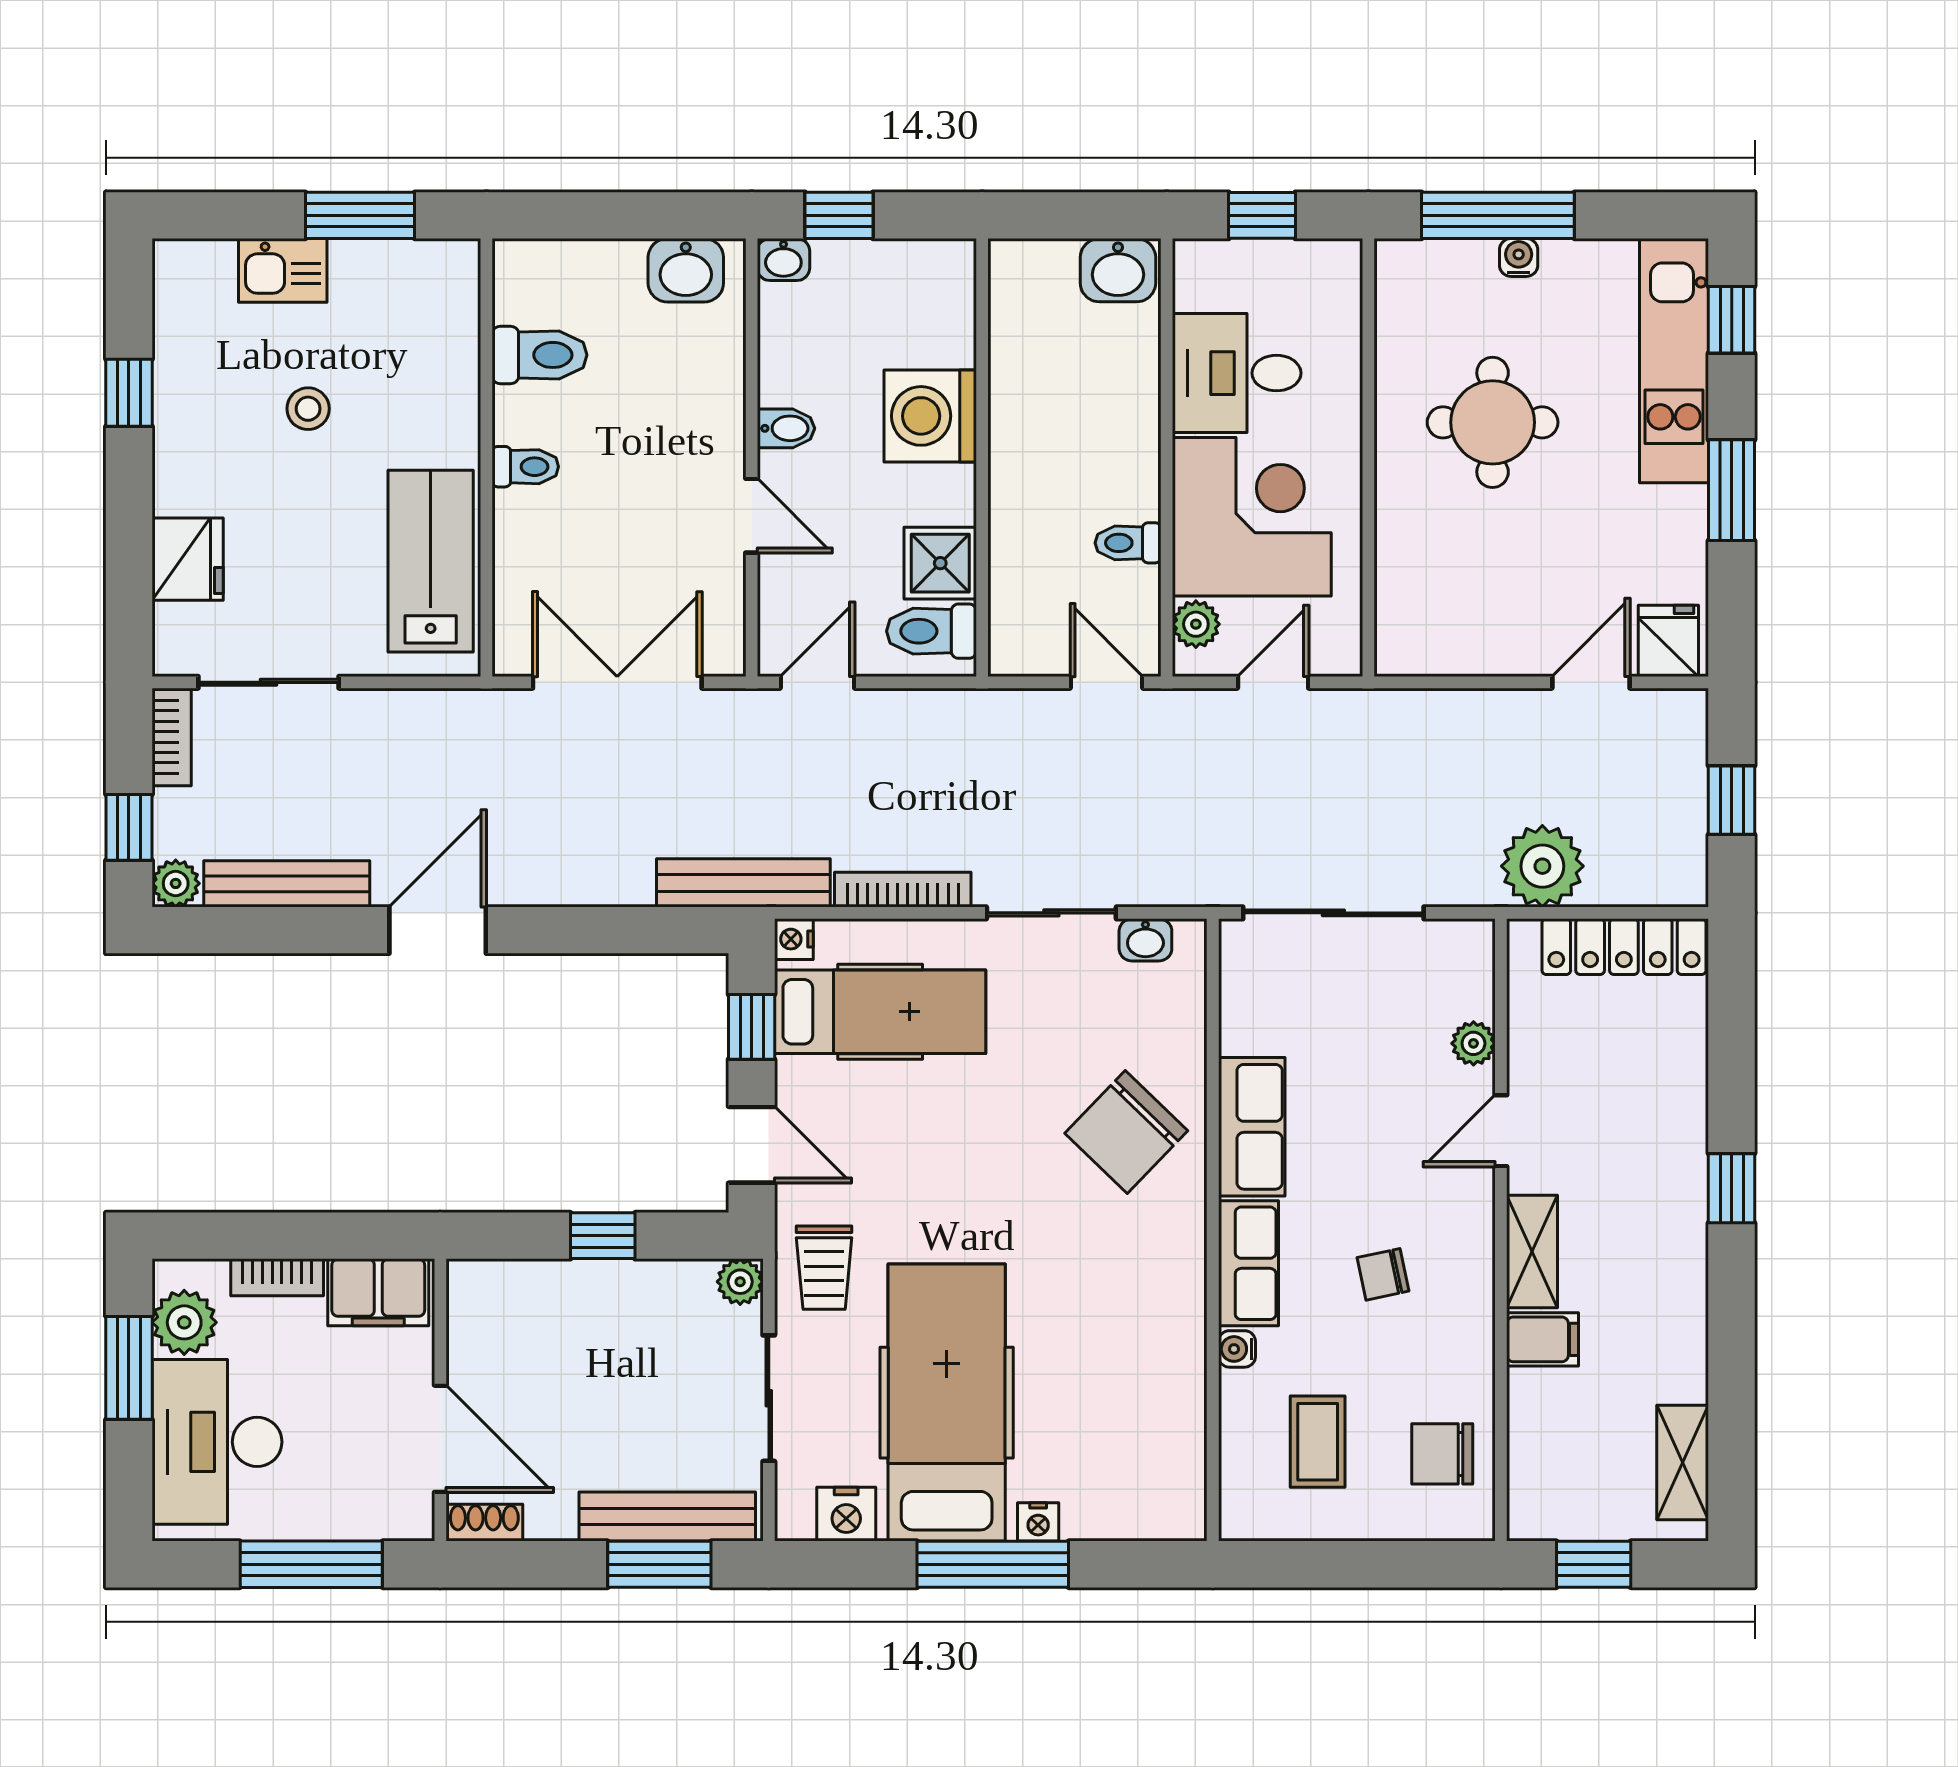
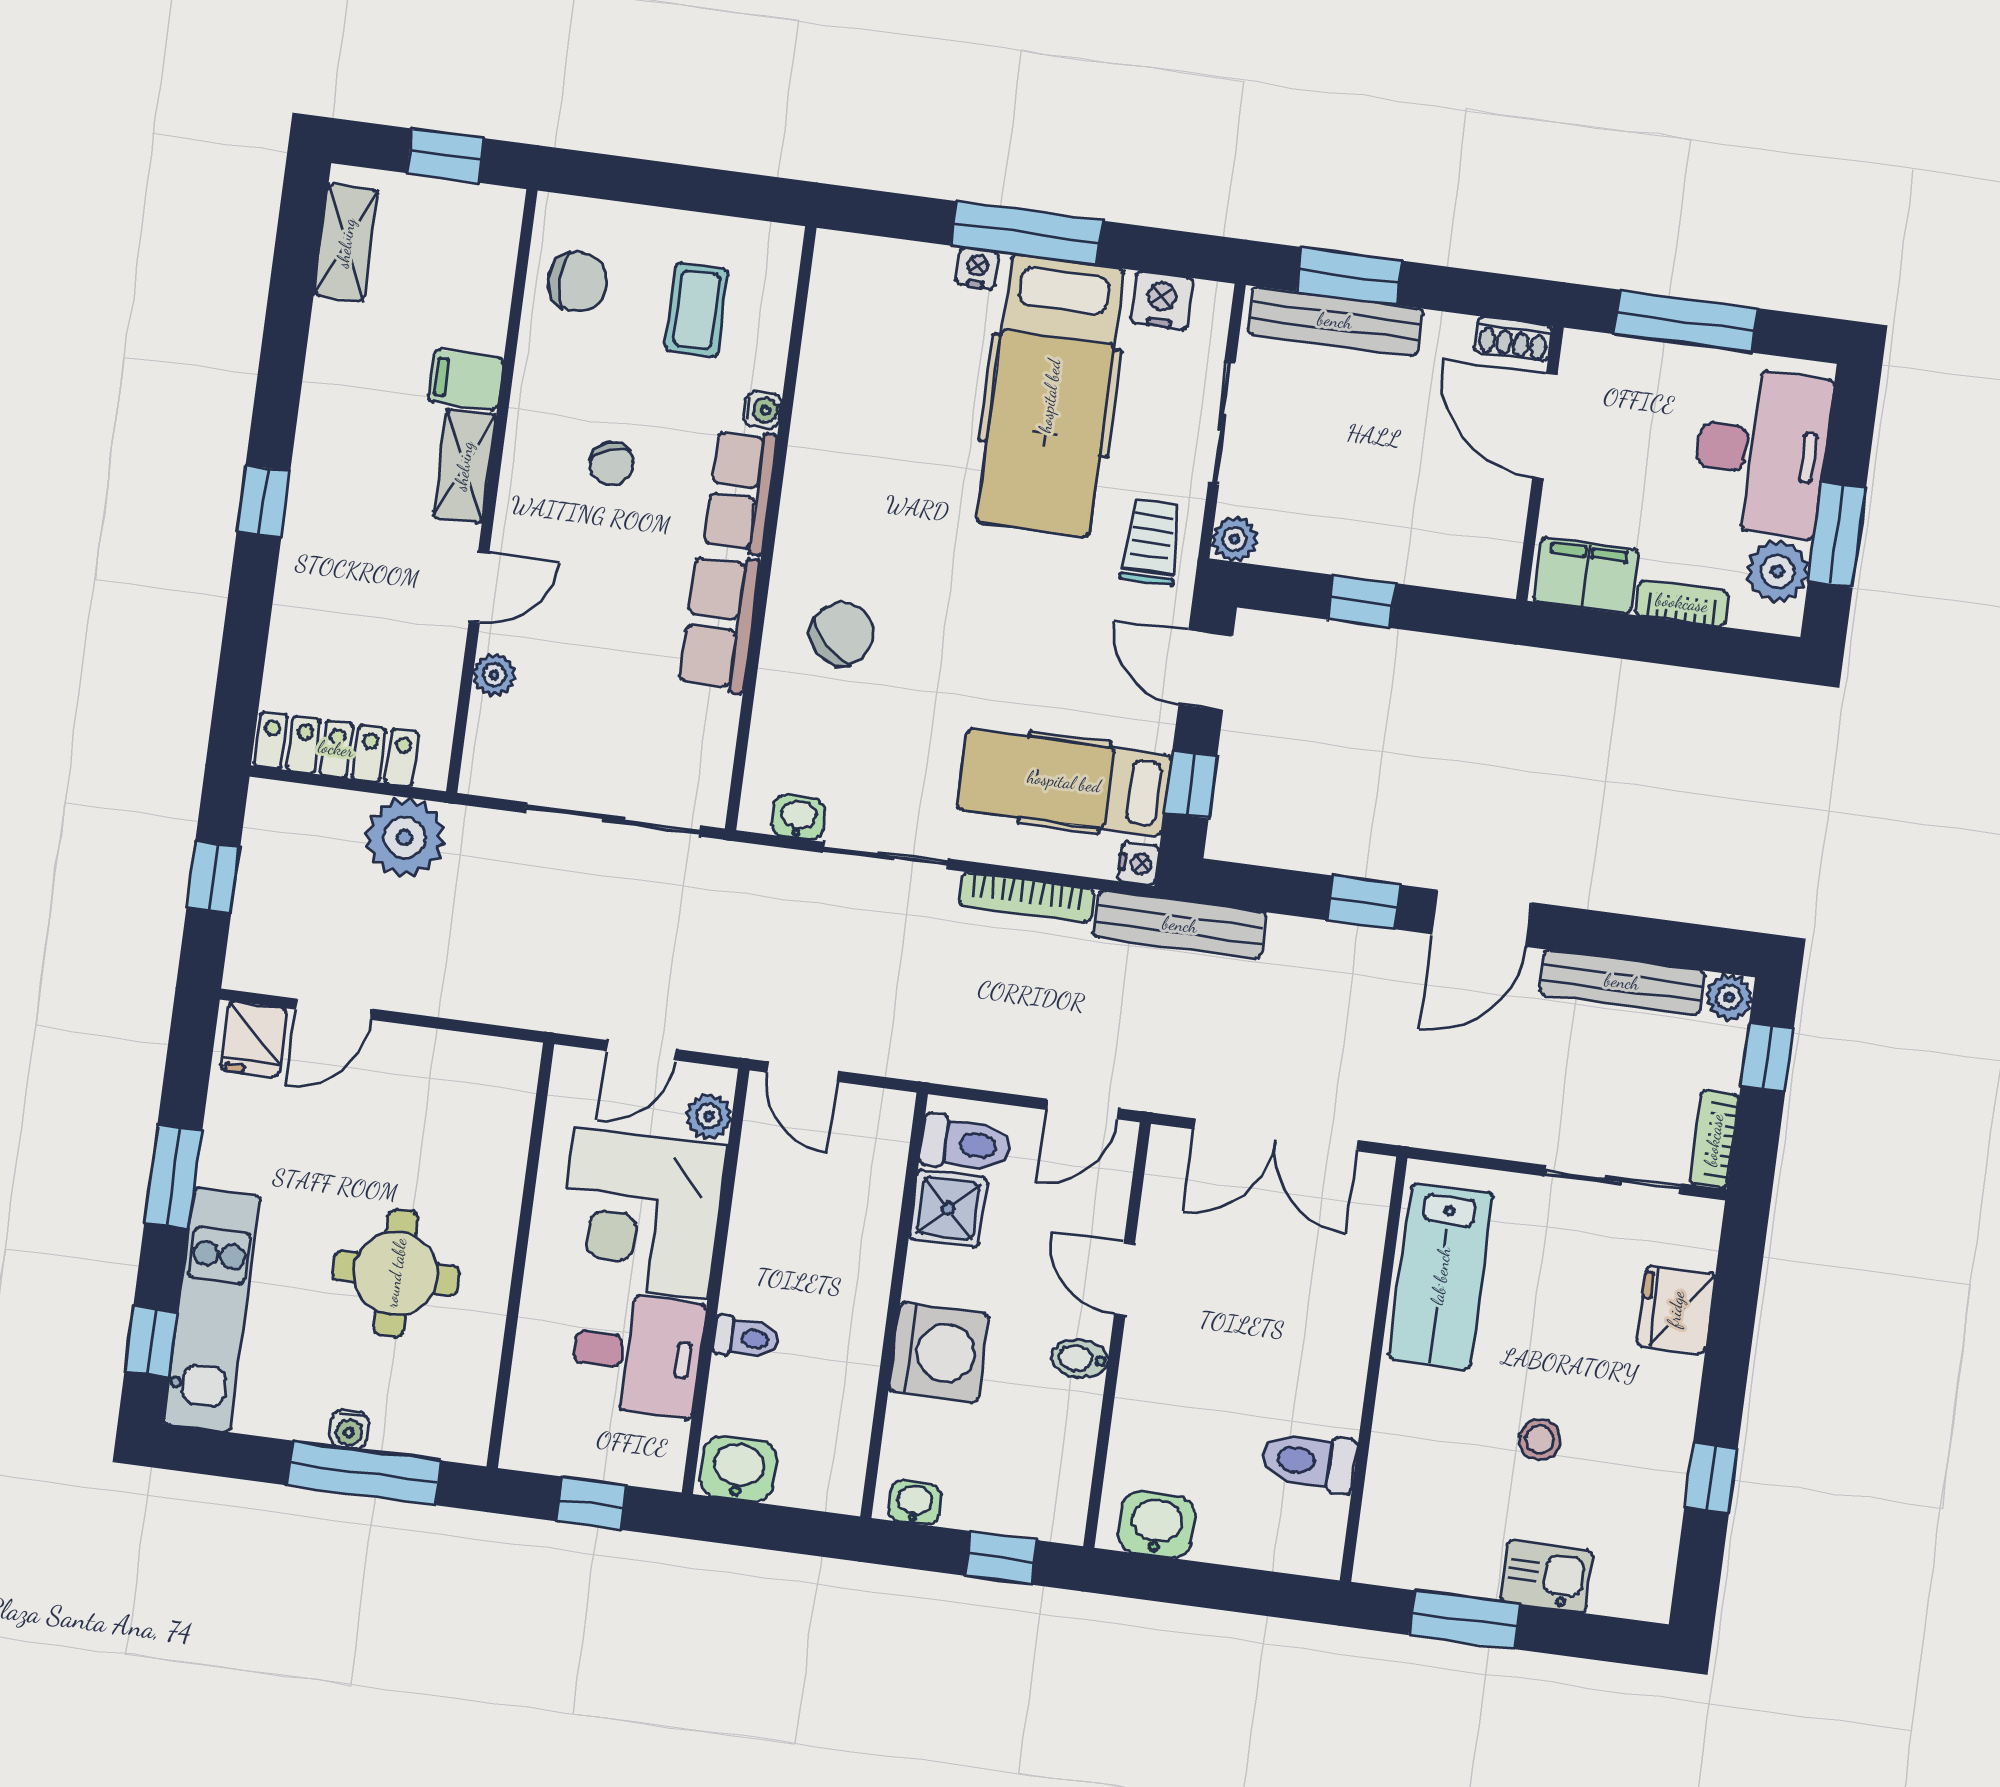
washbasin: (783, 260) -> (914, 1503), moved
toilet: (525, 467) -> (1337, 1355), removed
toilet: (1128, 543) -> (746, 1338), moved
window: (560, 930) -> (1364, 902), added
chair: (1126, 1132) -> (842, 634), width x0.73, depth x0.73
chair: (1383, 1274) -> (612, 463), turned 83

